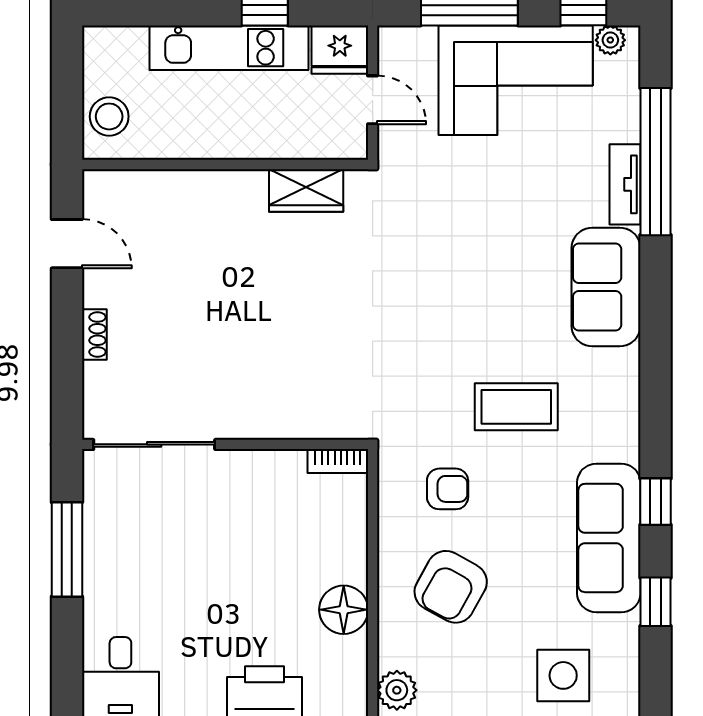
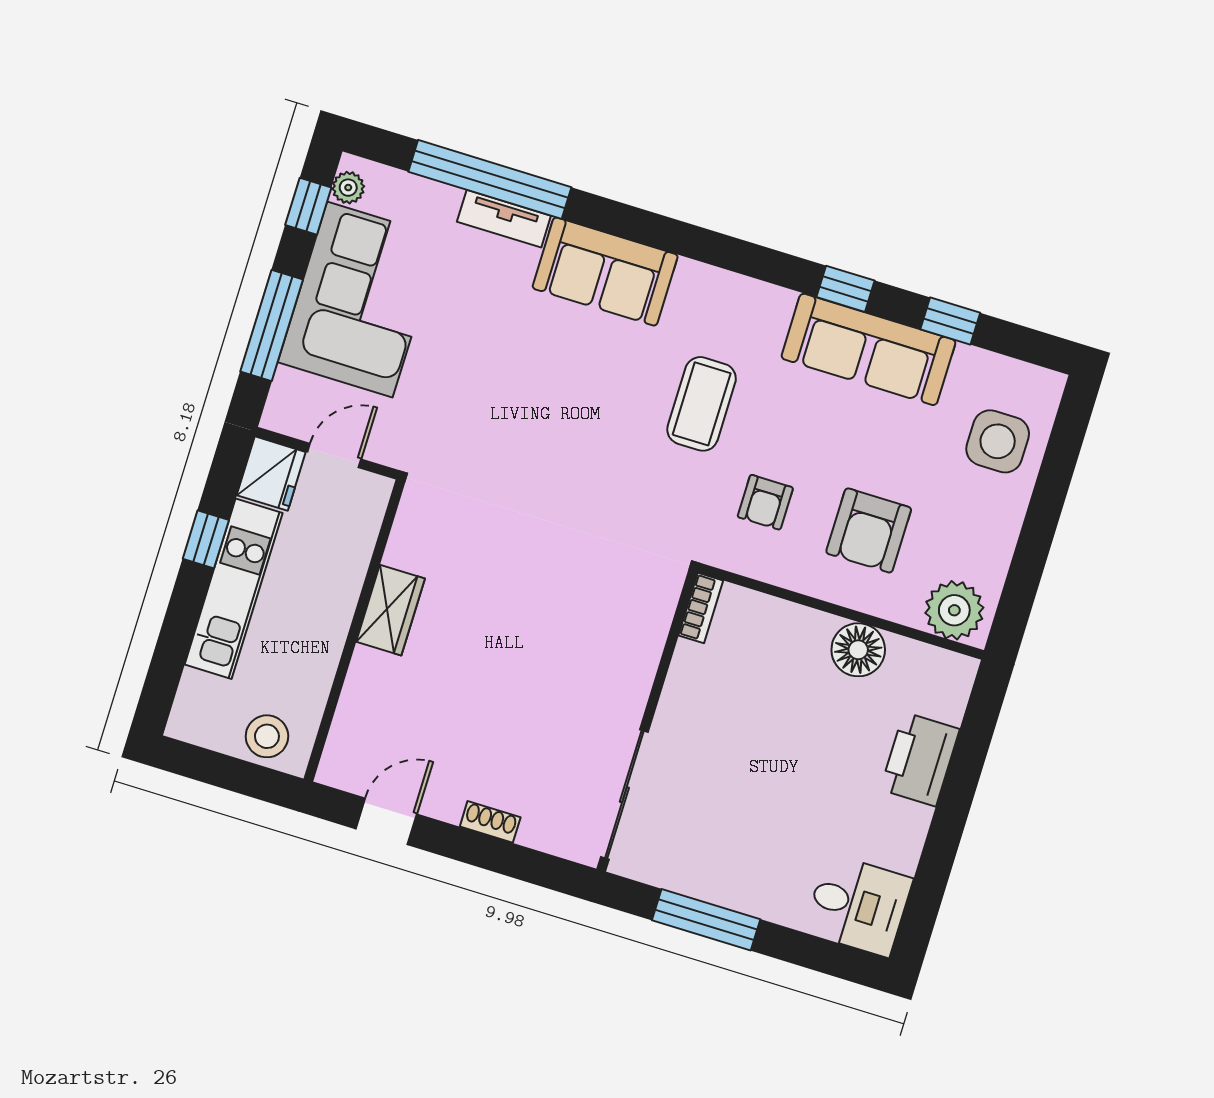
wardrobe: (306, 190) -> (390, 610), moved
armchair: (448, 489) -> (765, 502), turned 180
armchair: (451, 587) -> (869, 530), turned 61
plant: (397, 690) -> (954, 610), width x1.36, depth x1.36

